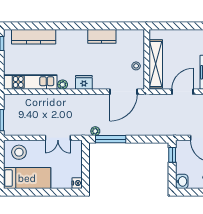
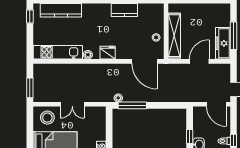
door: (123, 92) -> (144, 61), hinge flipped
double door: (58, 138) -> (72, 104), moved
window: (172, 155) -> (190, 136), moved

